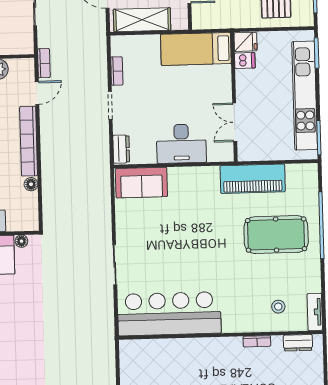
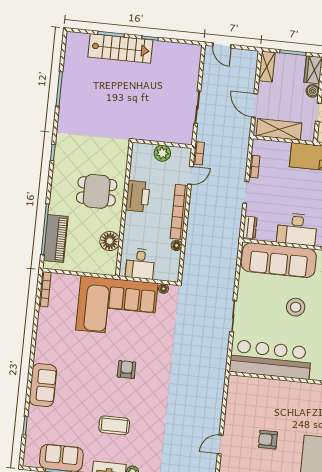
sofa: (141, 183) -> (279, 260), width x1.85, depth x1.27
stool: (193, 243) -> (296, 307), added

